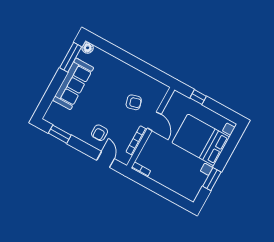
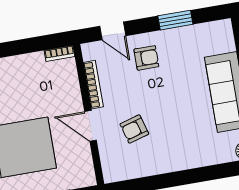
armchair: (100, 133) -> (146, 58), turned 90
window: (60, 134) -> (175, 20), moved

